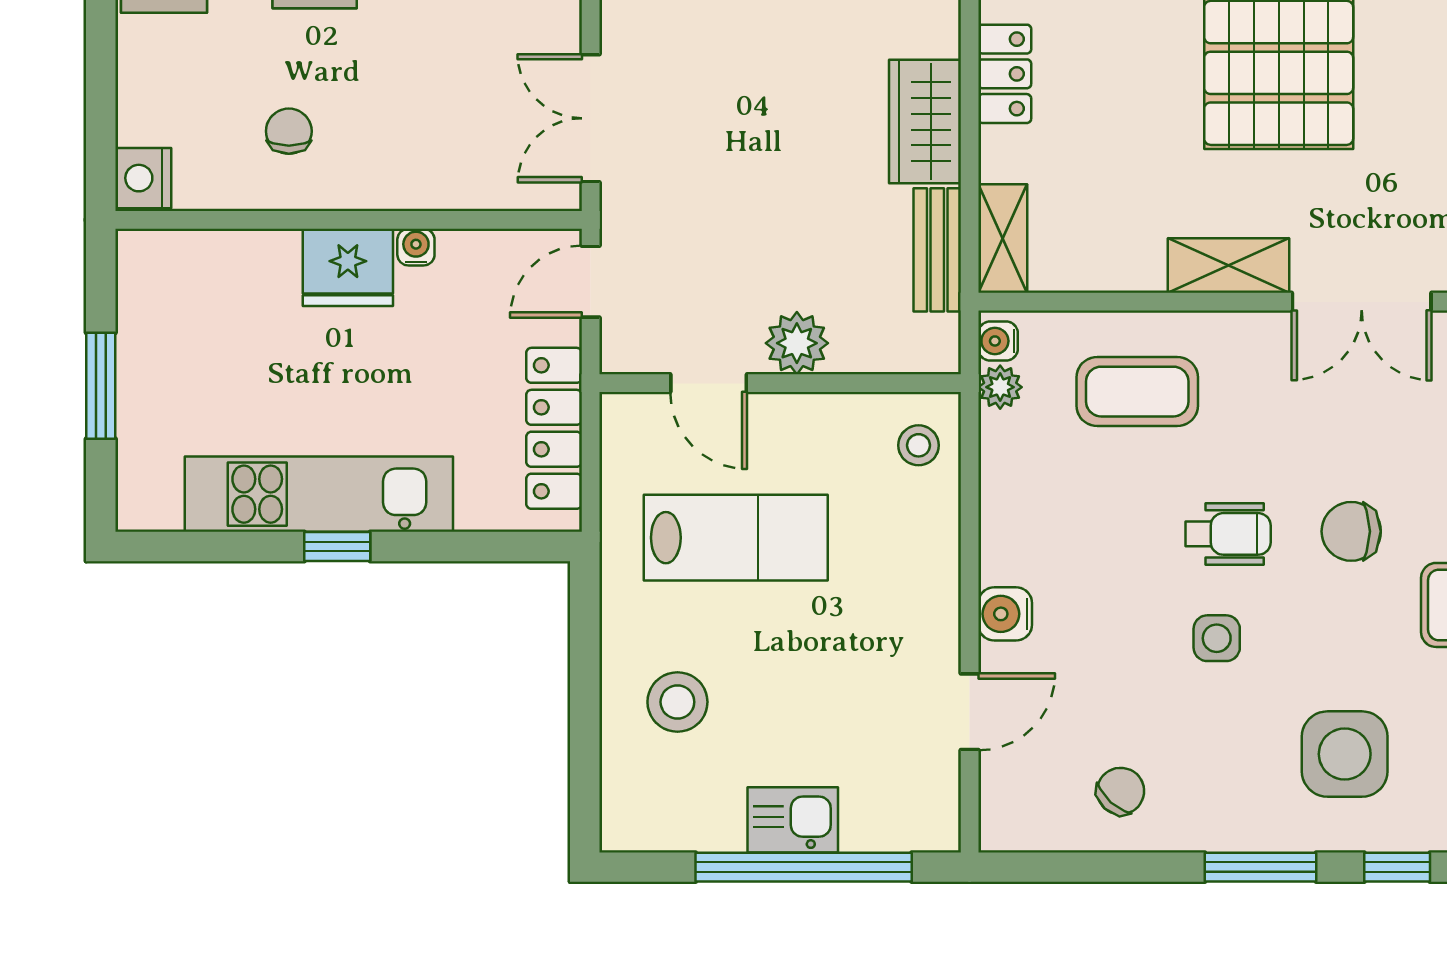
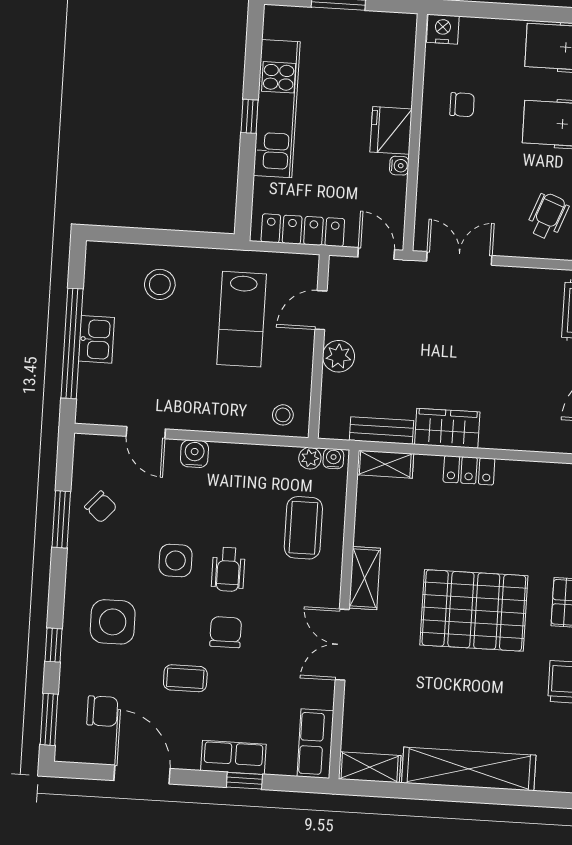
side table: (1217, 638) -> (176, 560), width x1.37, depth x1.37
window: (1261, 867) -> (61, 519), moved

